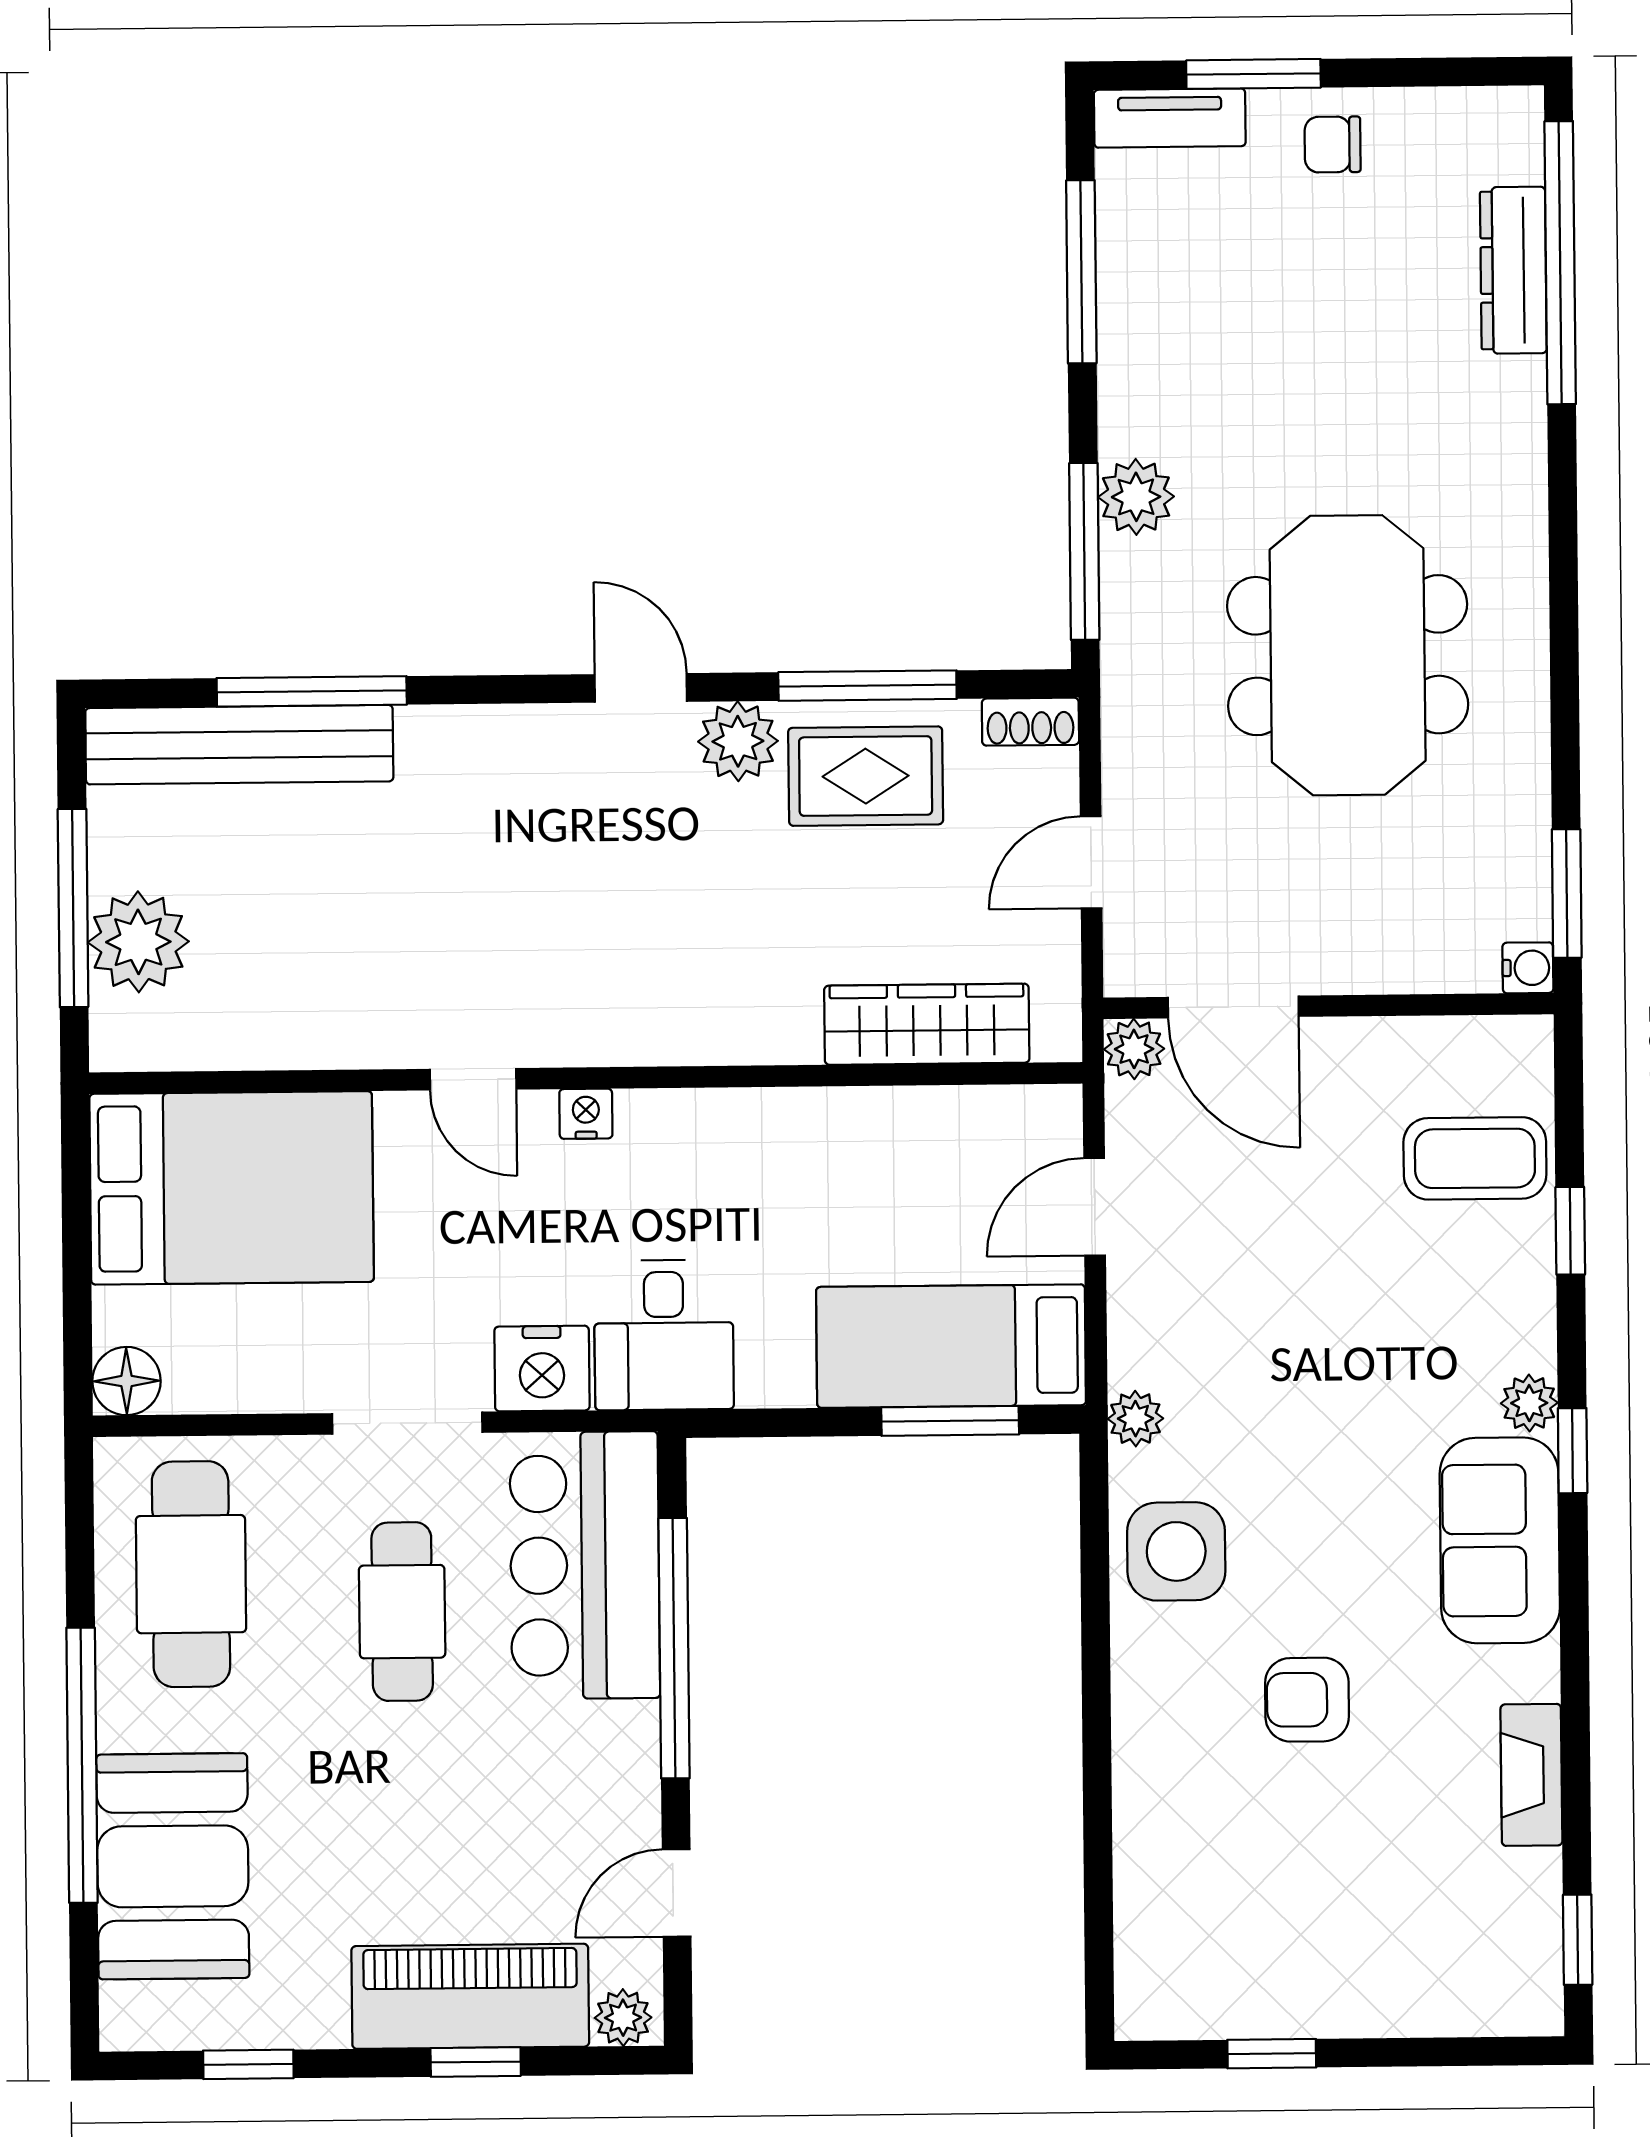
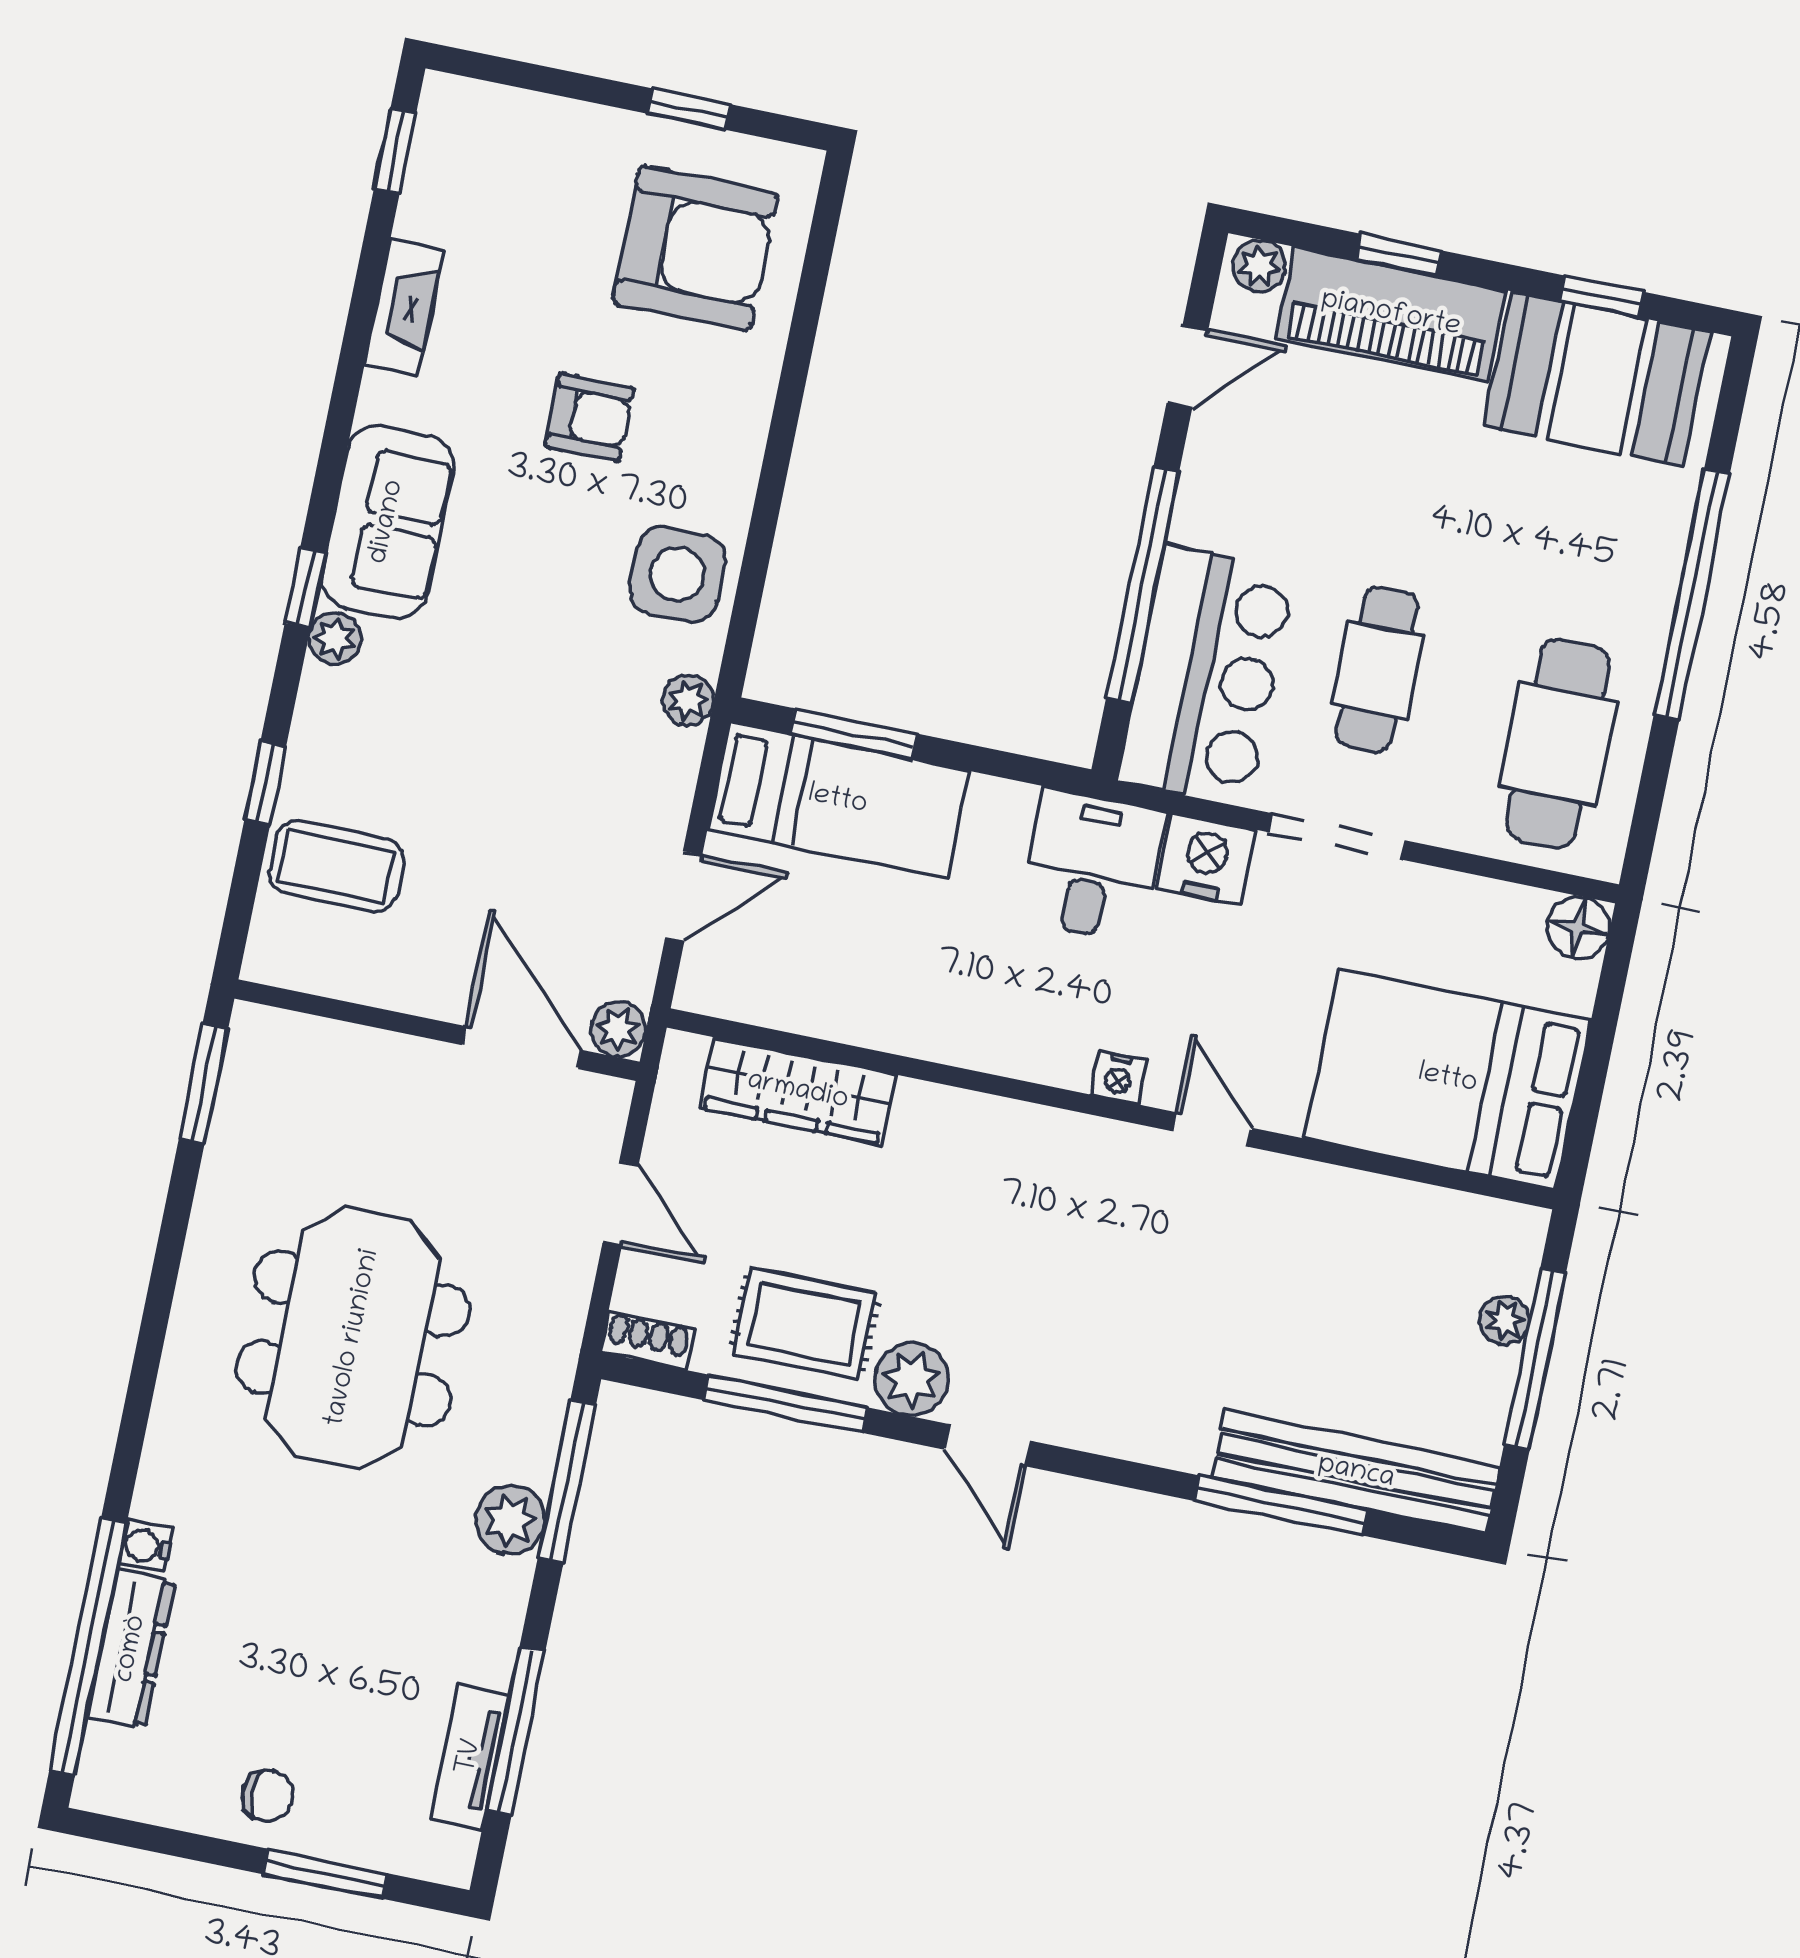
tv unit: (1170, 118) -> (470, 1757), moved, turned -90
door: (1091, 862) -> (621, 1204), hinge flipped
plant: (138, 942) -> (1504, 1320), width x0.53, depth x0.53
water cooler: (1528, 968) -> (146, 1546), moved
booth: (173, 1866) -> (1597, 379), moved, turned 90
armchair: (1233, 1906) -> (695, 248), added

